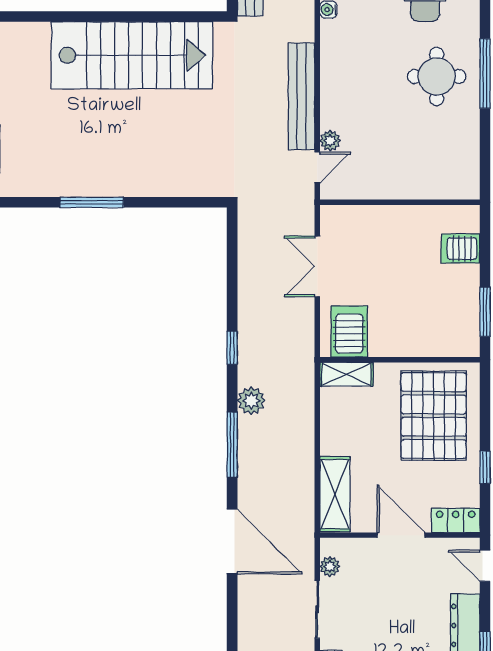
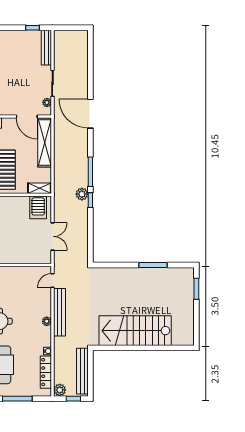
plant: (330, 141) -> (47, 321), moved
plant: (251, 401) -> (82, 194), moved
window: (232, 445) -> (90, 172), moved
shelving: (335, 494) -> (45, 143), width x1.47
door: (401, 535) -> (27, 116), moved

